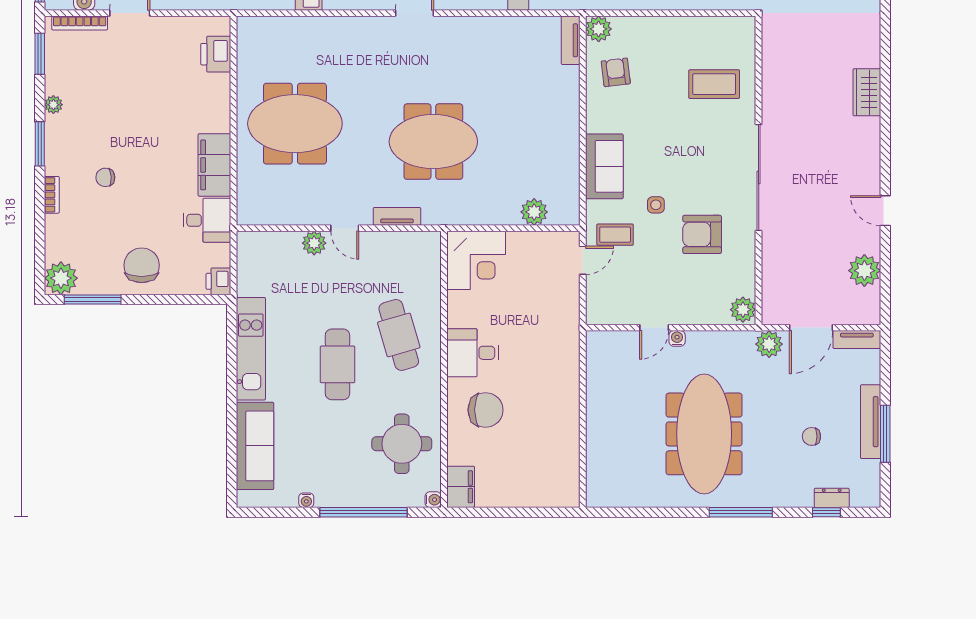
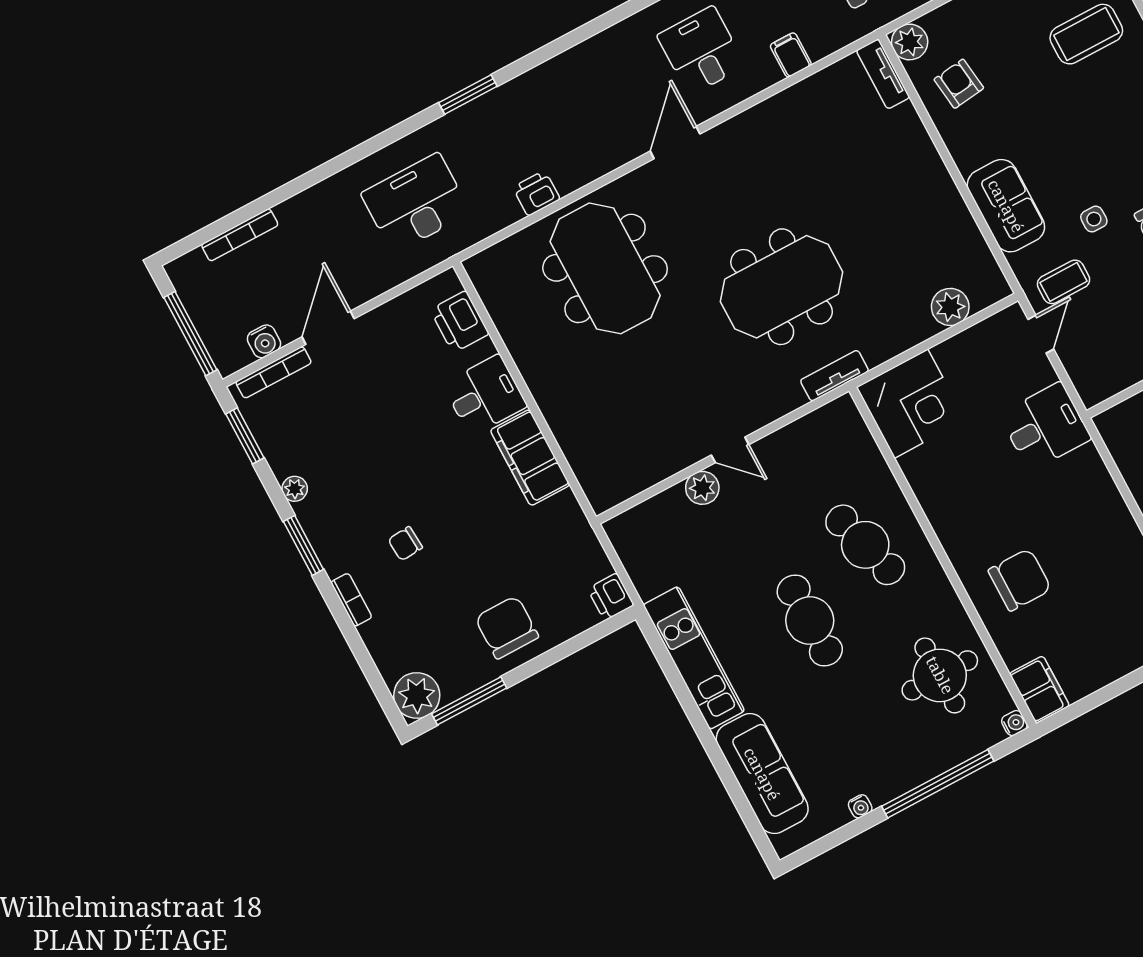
meeting table: (295, 124) -> (605, 268), moved, turned 90
tv unit: (397, 216) -> (834, 376), moved
desk: (207, 220) -> (485, 395), moved
desk: (473, 353) -> (1045, 427), moved, turned 180

